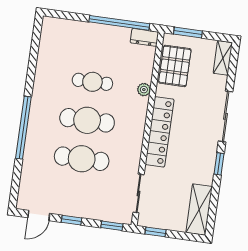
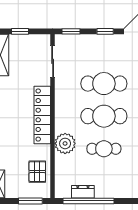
dresser: (144, 37) -> (83, 192), moved
pallet: (175, 66) -> (37, 172), width x0.67, depth x0.71
plant: (144, 90) -> (65, 143), width x1.88, depth x1.88
window: (156, 232) -> (20, 31), moved

